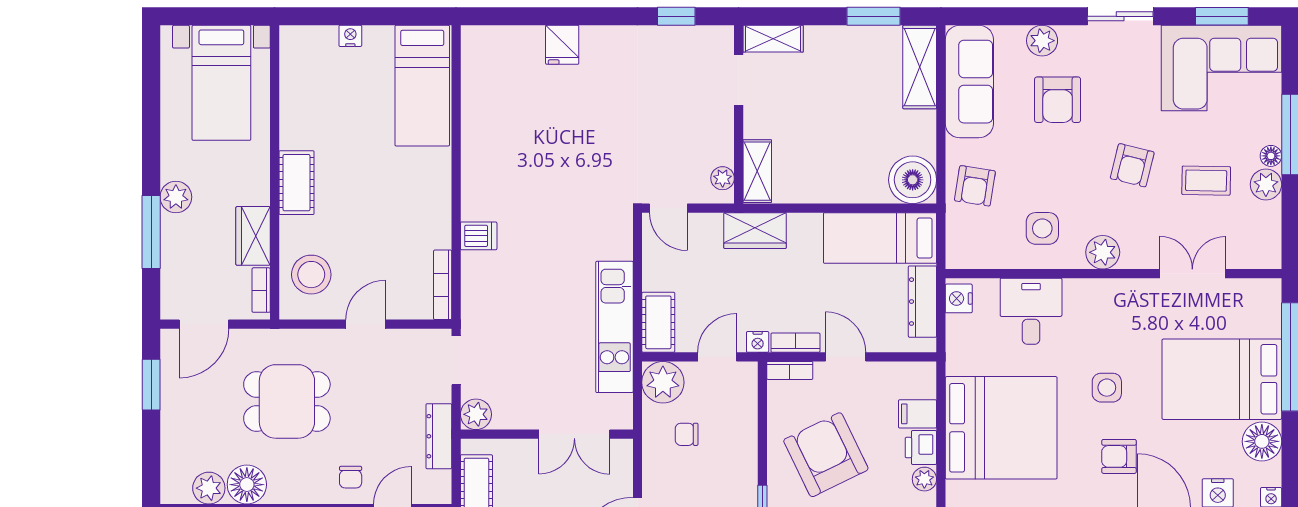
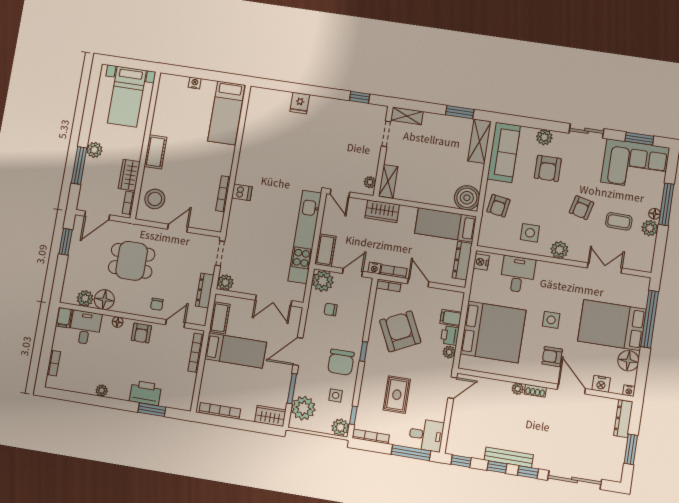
bookcase: (443, 285) -> (223, 194), moved
kitchen unit: (614, 327) -> (305, 237), width x1.36

